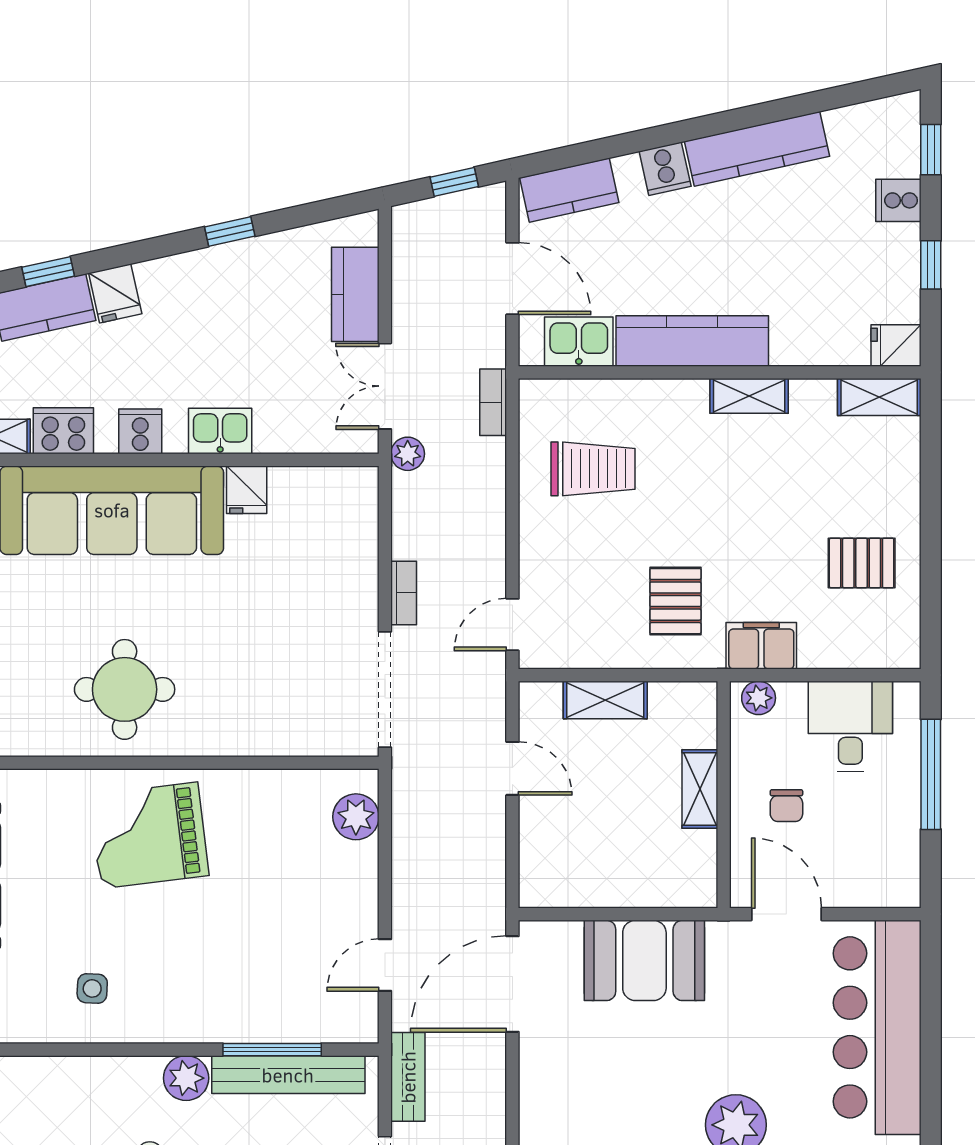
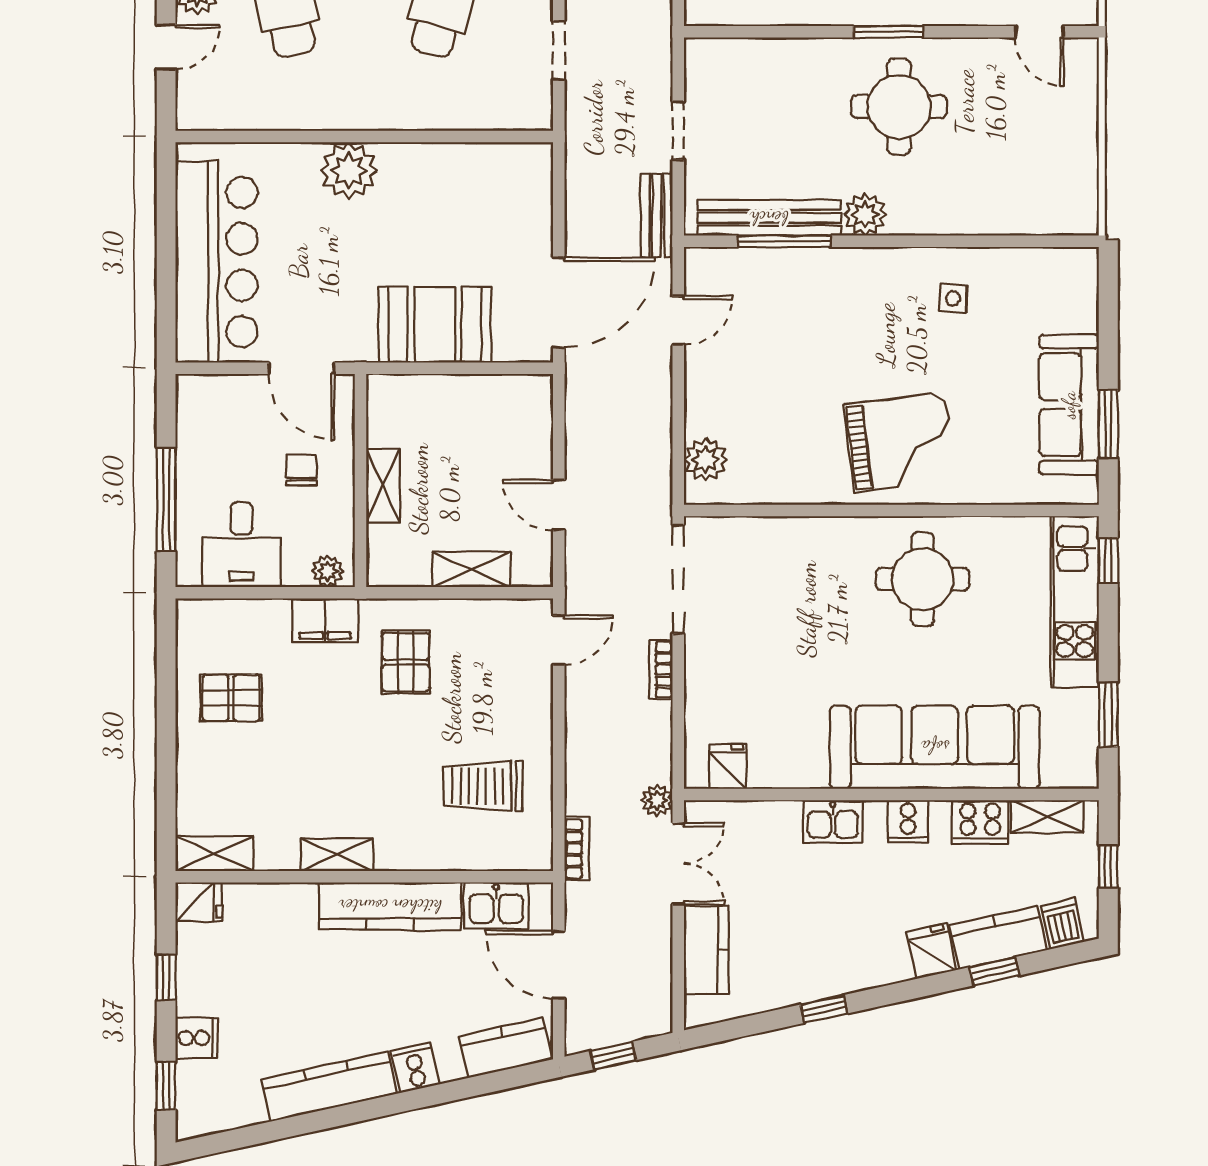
fridge: (247, 490) -> (728, 767), moved

